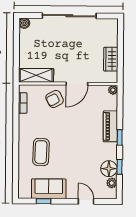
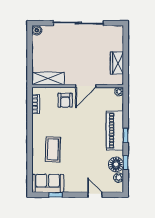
armchair: (55, 99) -> (65, 100), turned -63
piano: (110, 126) -> (115, 131), width x1.37, depth x1.33
sofa: (49, 189) -> (48, 183), moved

